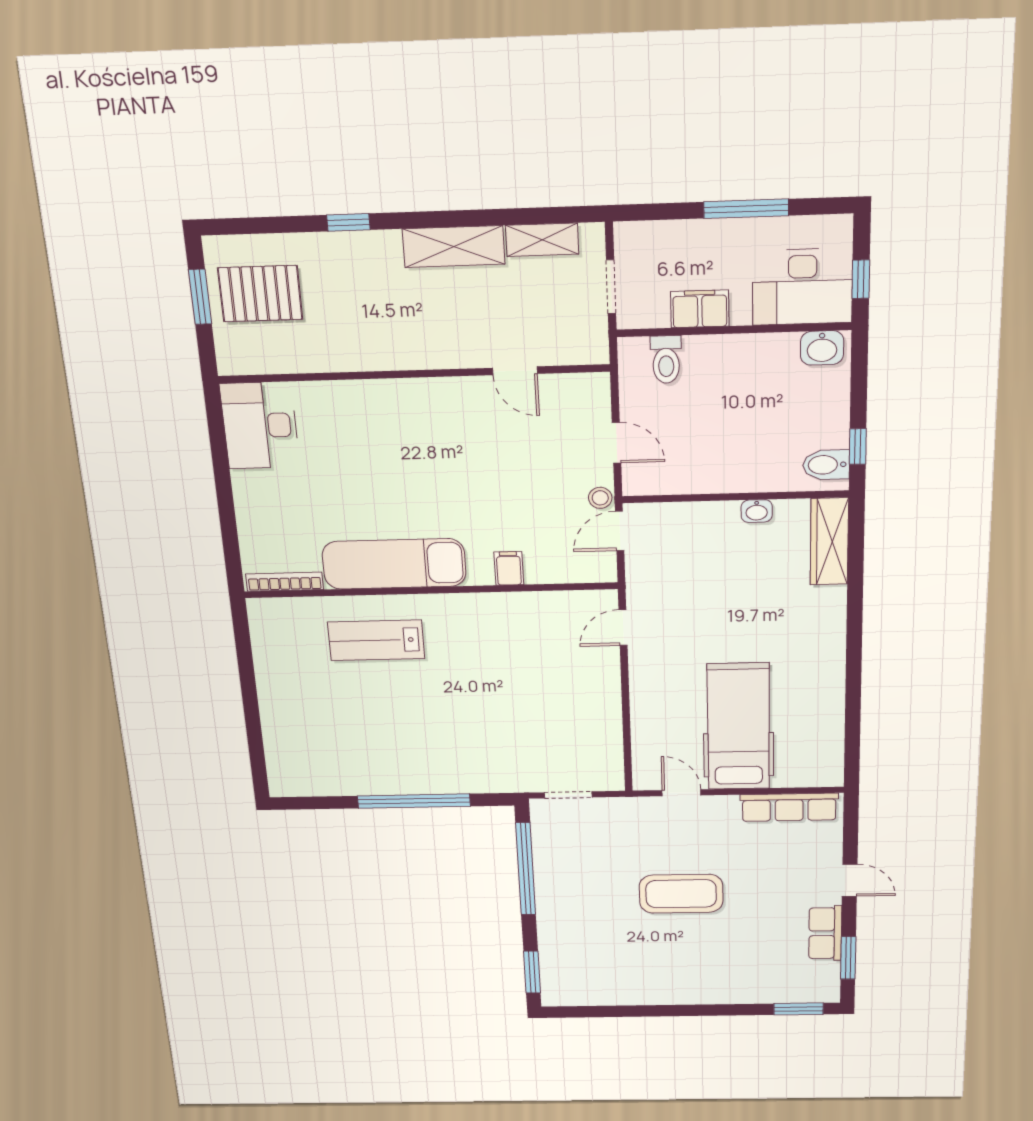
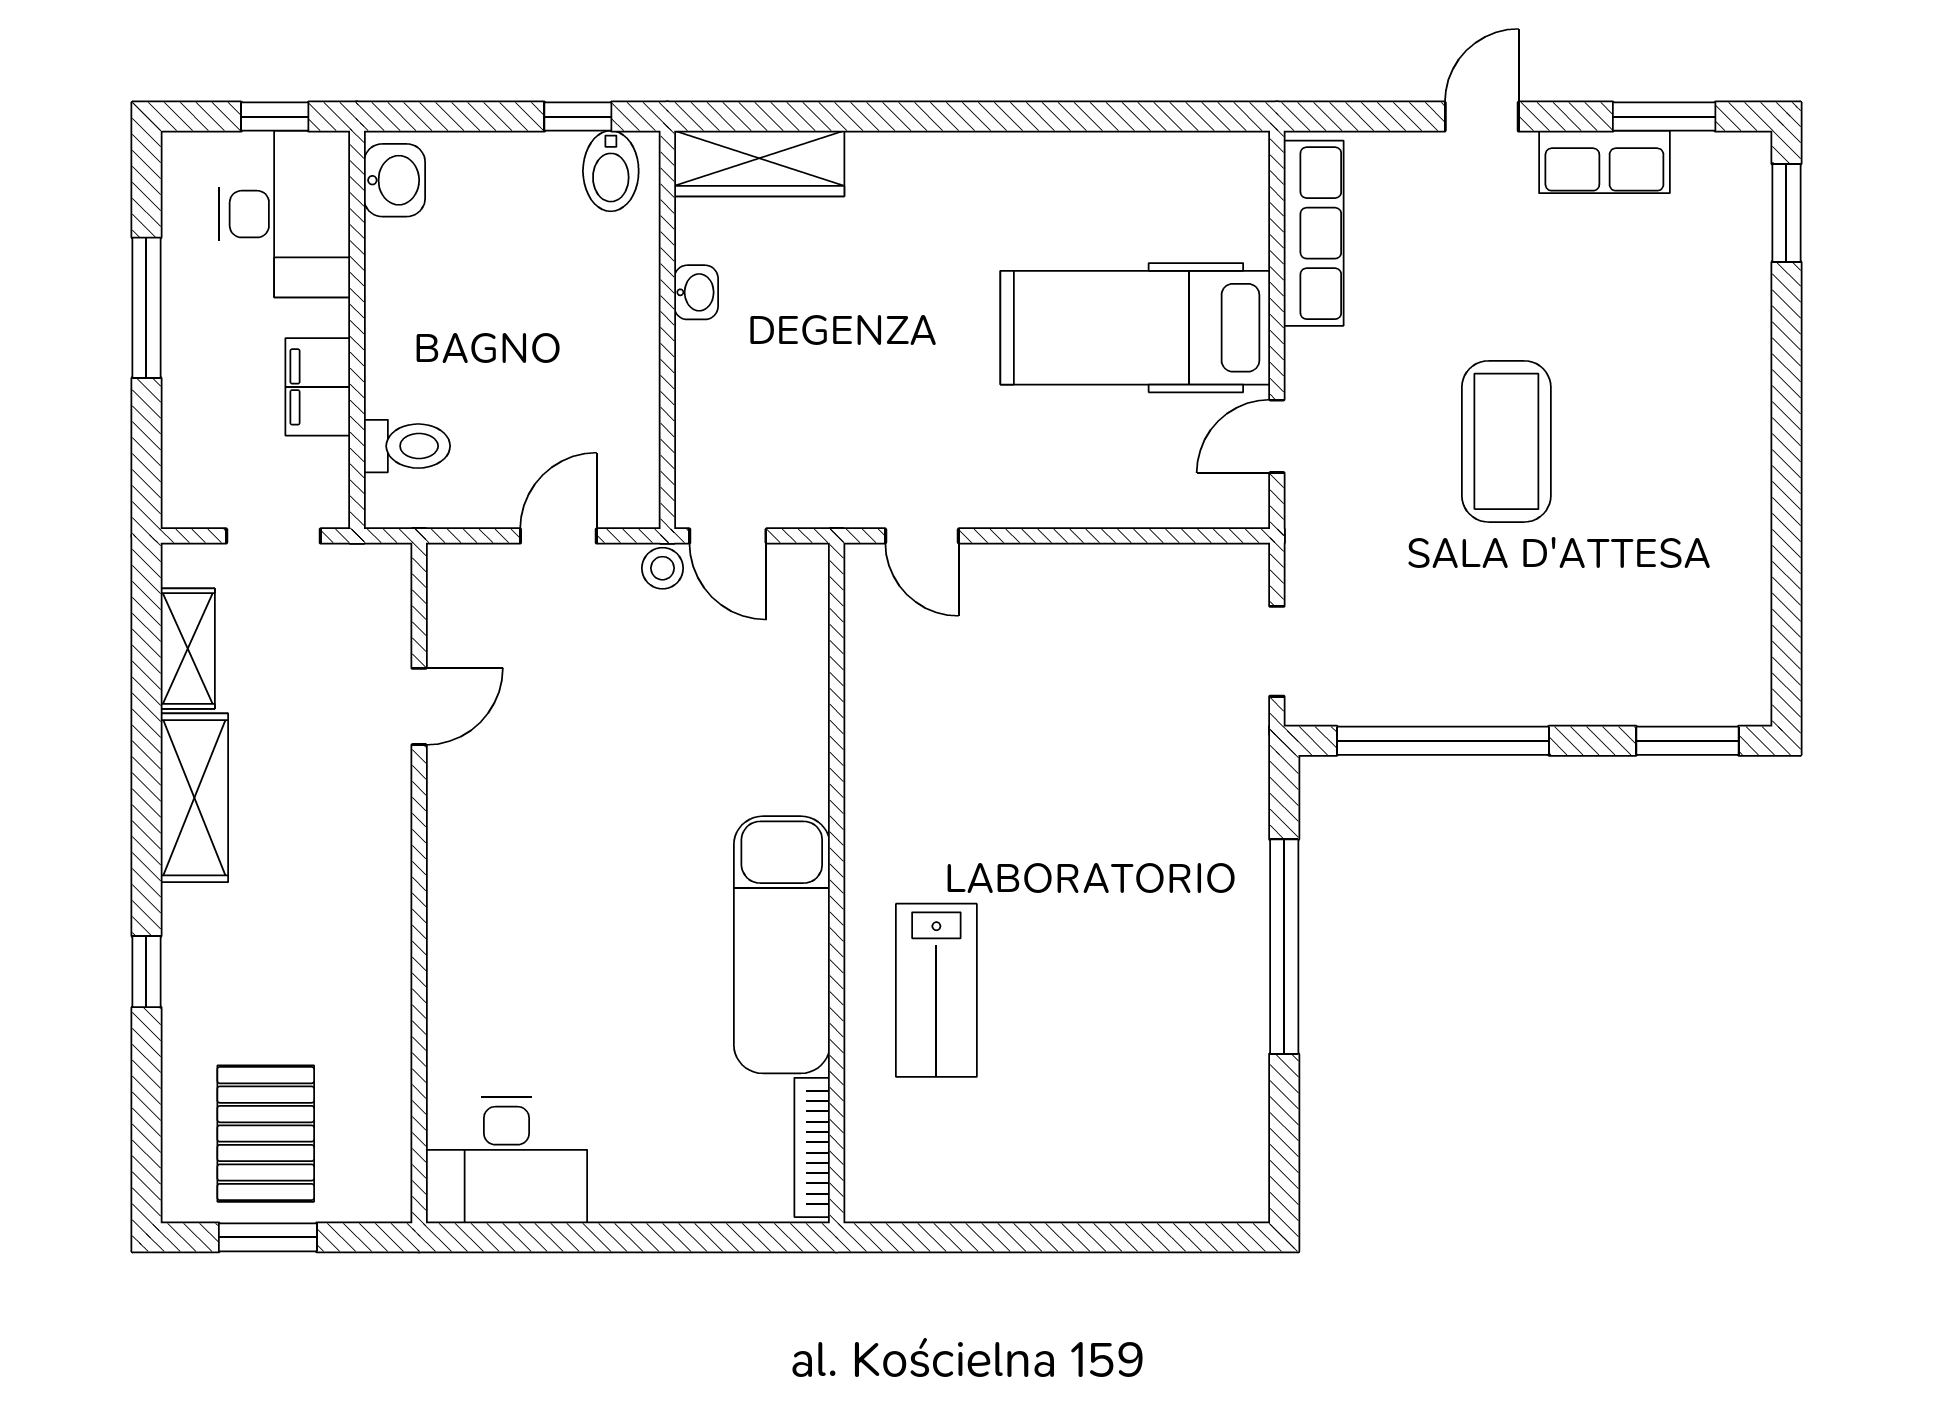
filing cabinet: (509, 568) -> (797, 738), removed

